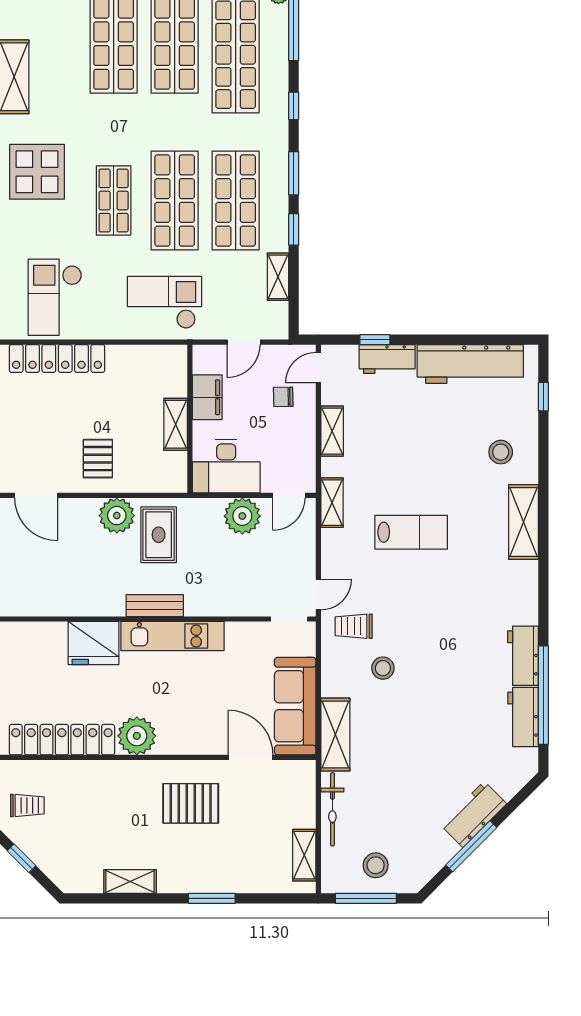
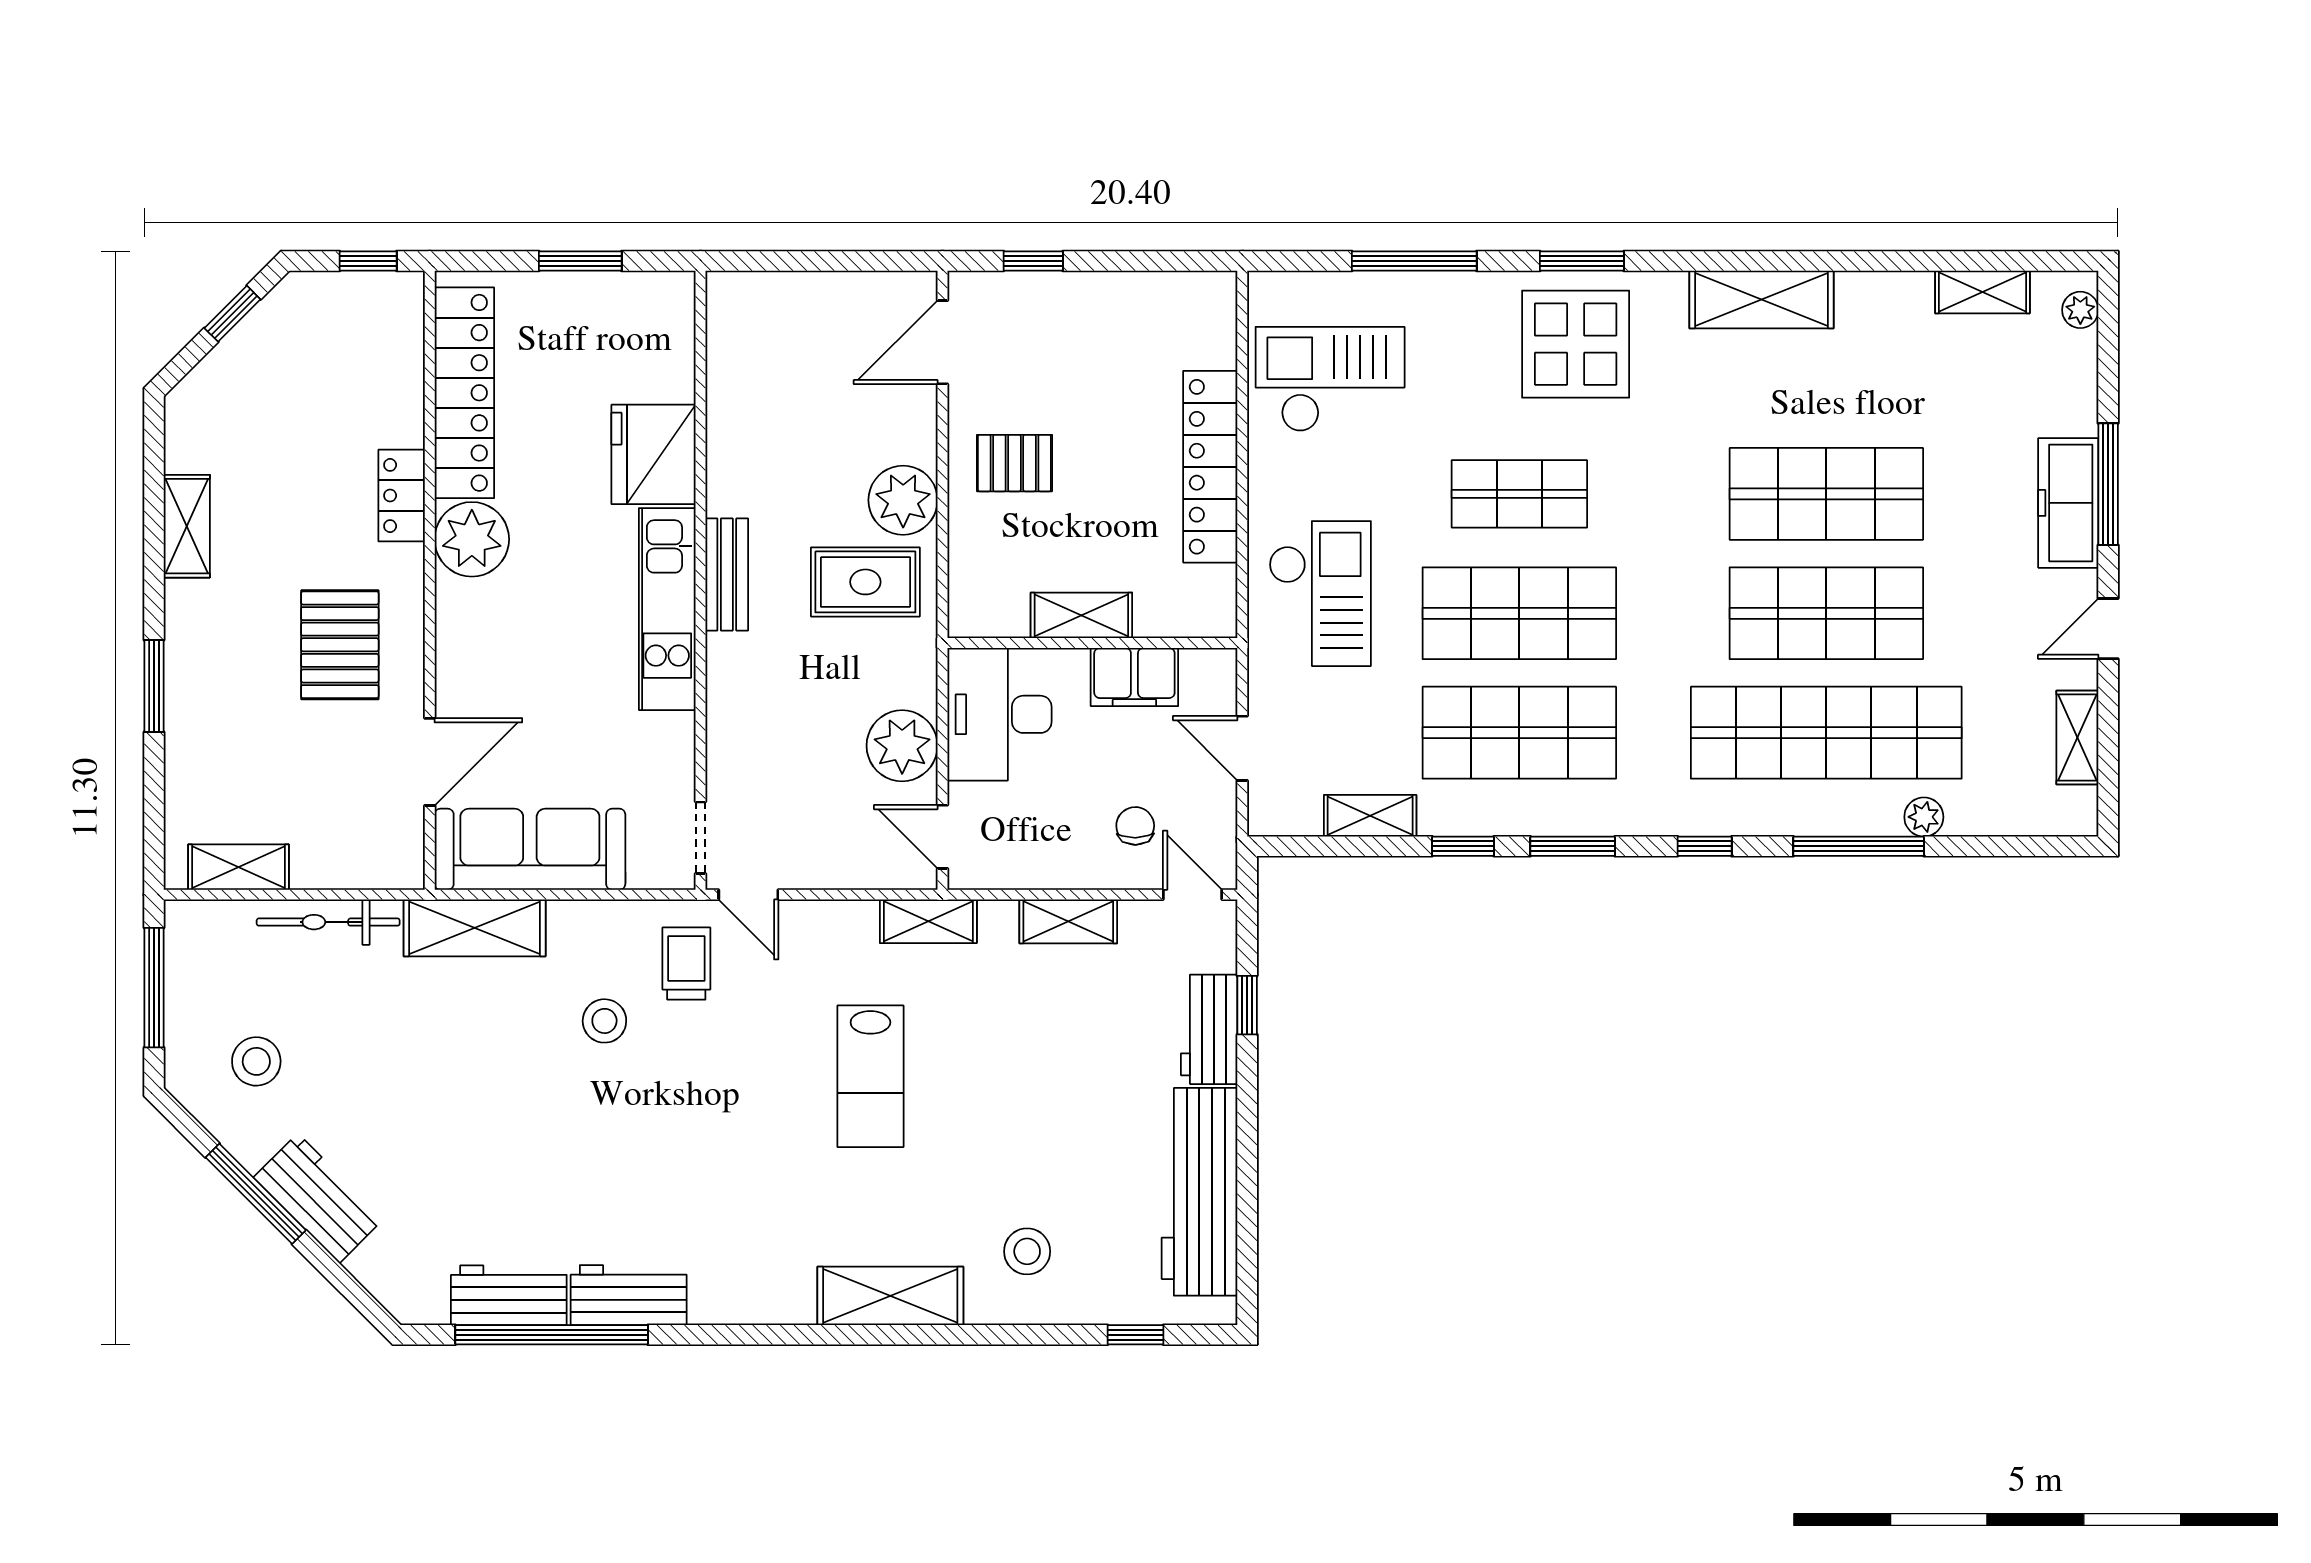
locker: (57, 358) -> (1210, 467), moved
locker: (114, 772) -> (402, 496), added
trolley: (27, 805) -> (336, 325), removed
stool: (376, 865) -> (256, 1061), moved

